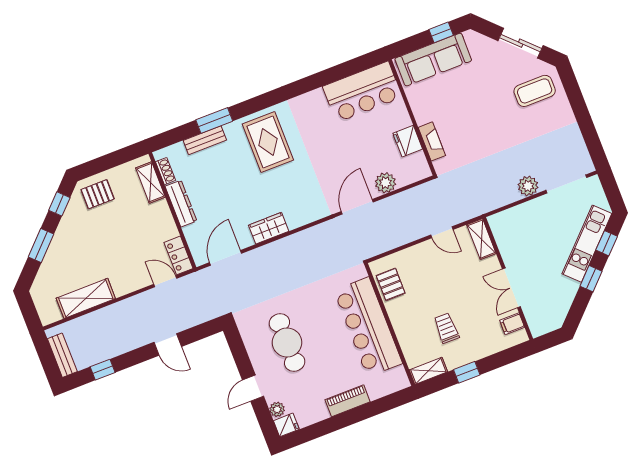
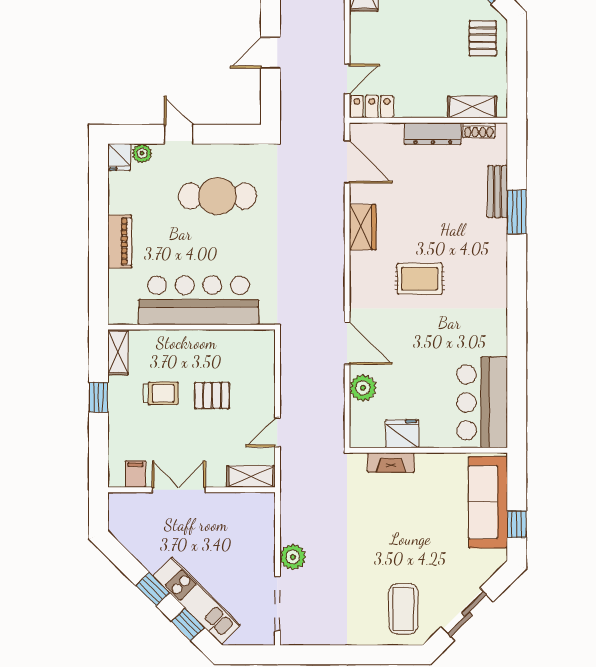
rug: (268, 142) -> (420, 279), moved, width x0.73, depth x0.70
pallet: (391, 284) -> (212, 396), moved

